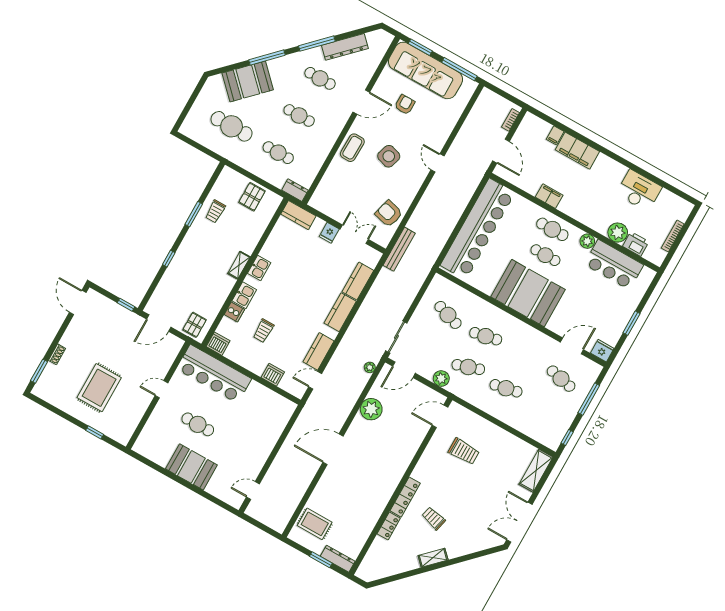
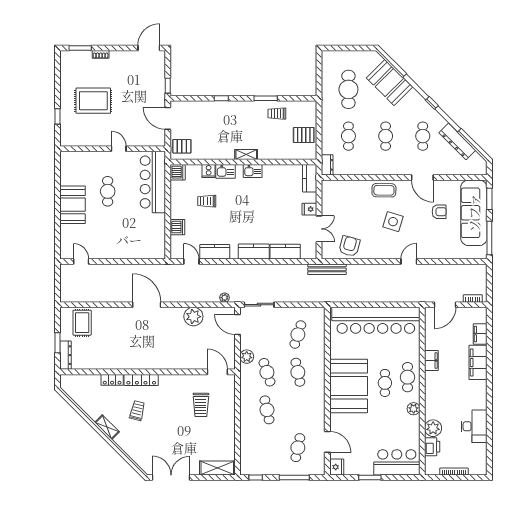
filing cabinet: (555, 135) -> (480, 334), width x2.00
bar counter: (614, 265) -> (397, 462), moved, turned 90

